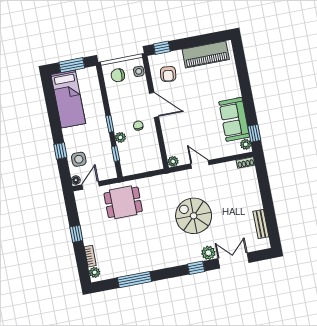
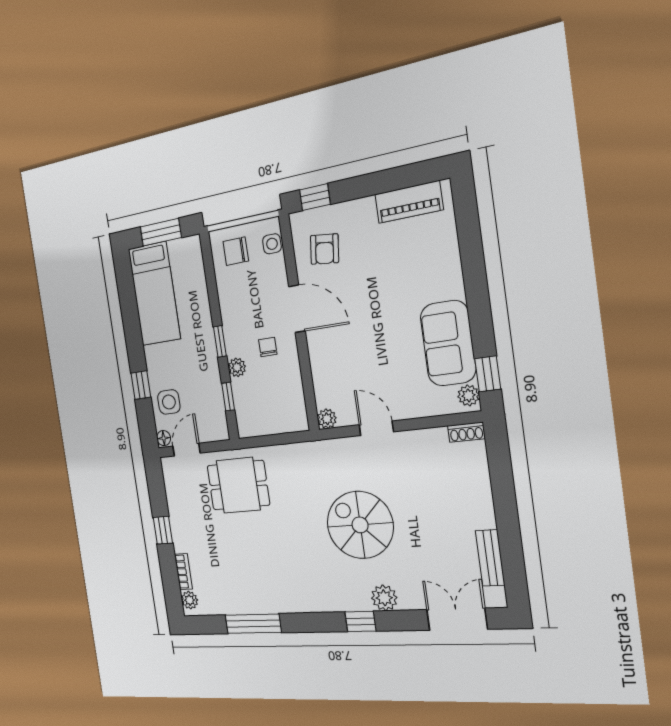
piano: (206, 54) -> (409, 202), width x0.73, depth x0.75
double door: (233, 260) -> (457, 619), moved

